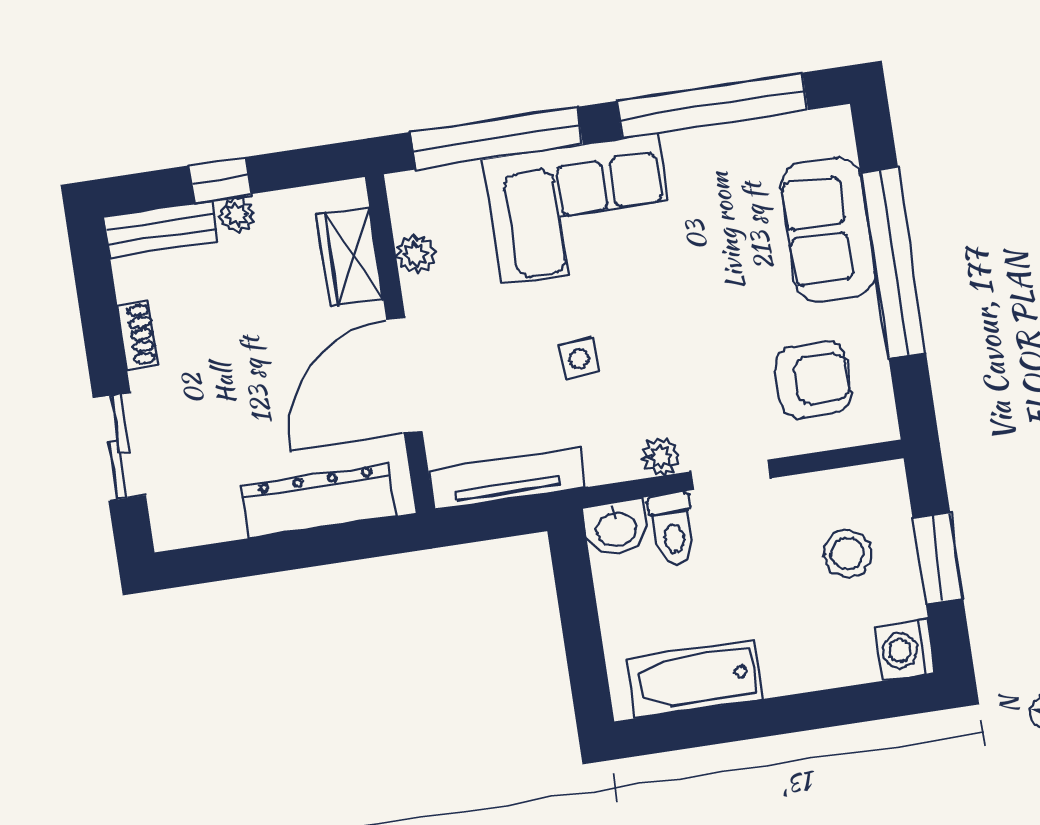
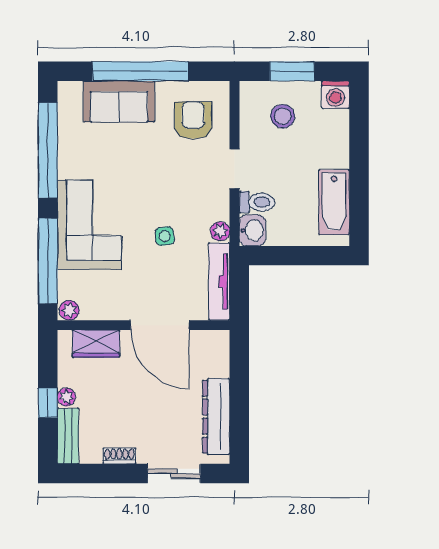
plant: (416, 254) -> (69, 310), moved
plant: (661, 457) -> (220, 231), moved
dresser: (318, 501) -> (216, 417), moved

